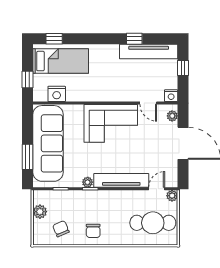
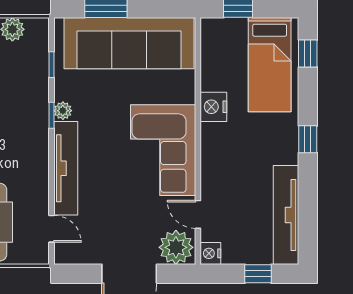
window: (134, 39) -> (308, 139), moved
nightstand: (57, 94) -> (213, 107), moved
door: (148, 103) -> (198, 214), hinge flipped
plant: (172, 116) -> (176, 247), width x1.87, depth x1.87
plant: (172, 196) -> (40, 255), removed

